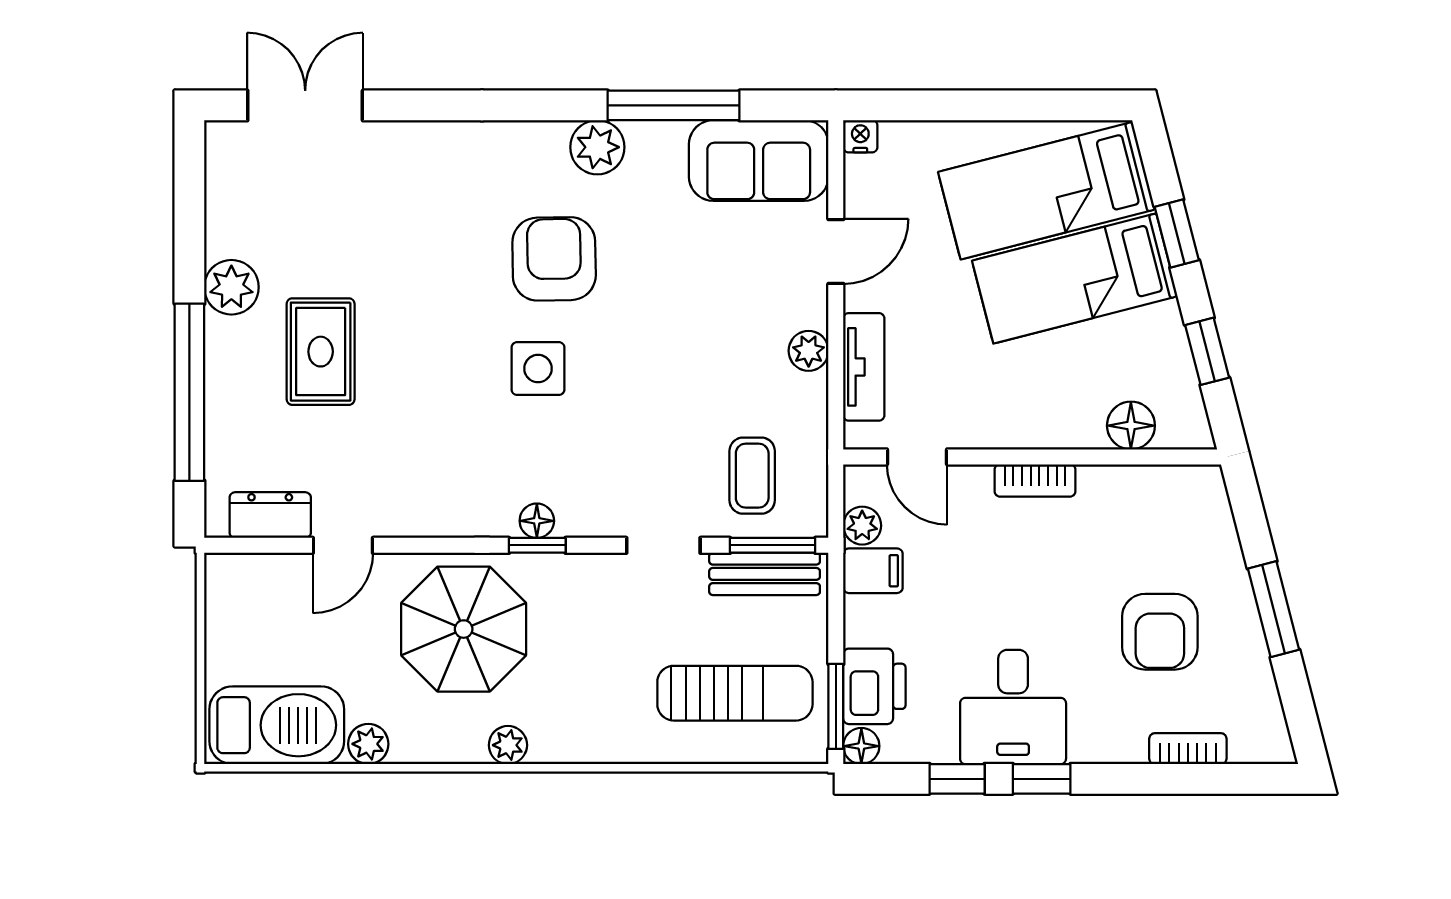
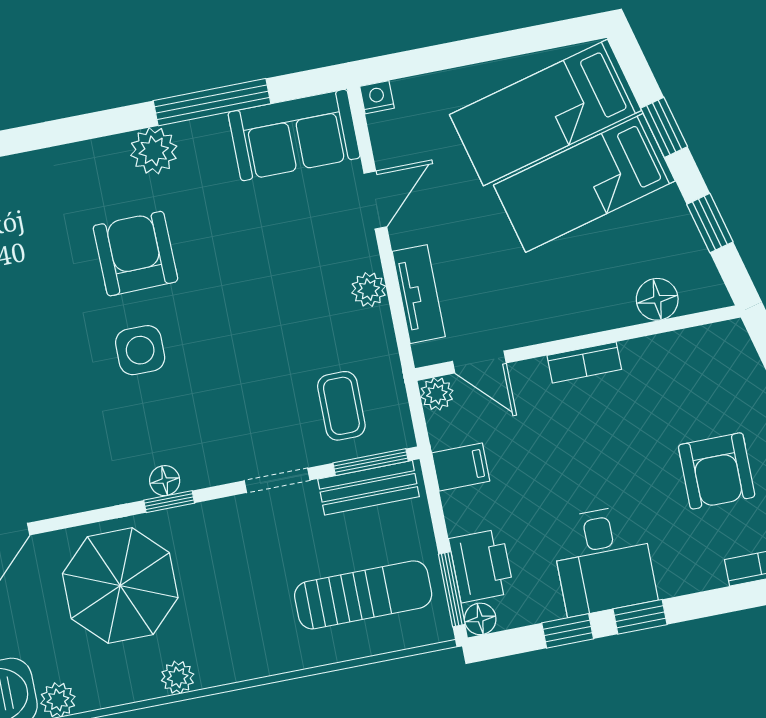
plant: (862, 526) -> (437, 394), moved

